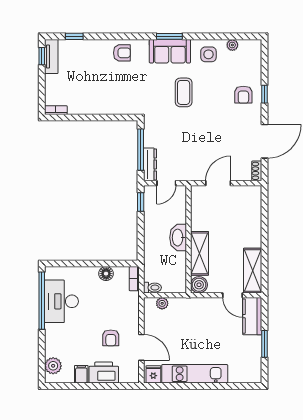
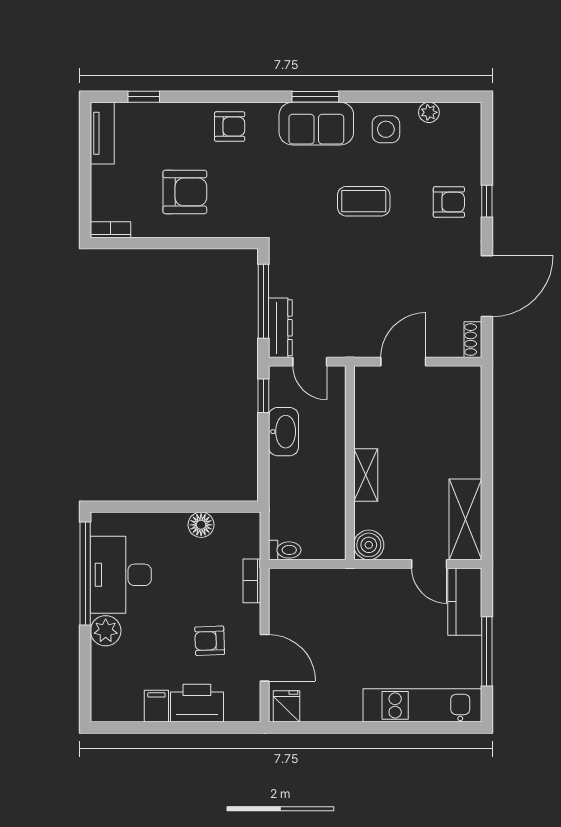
window: (42, 56) -> (85, 132), removed
armchair: (97, 89) -> (185, 192), added
coffee table: (184, 92) -> (364, 201), moved, turned 90
armchair: (243, 95) -> (449, 202), turned -90
door: (166, 183) -> (310, 362), hinge flipped
washbasin: (178, 238) -> (284, 432), moved, turned 180
shelving: (200, 253) -> (366, 475), width x0.67, depth x0.75
bookcase: (134, 279) -> (252, 581), moved
plant: (162, 303) -> (302, 578), removed
armchair: (111, 338) -> (210, 641), turned 88
window: (264, 344) -> (487, 651), width x1.44
plant: (53, 366) -> (106, 631), moved
kitchen unit: (195, 374) -> (422, 705), moved

